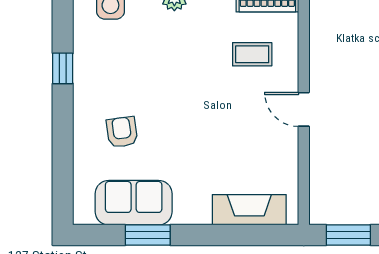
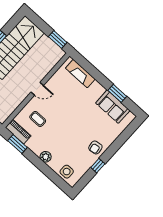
door: (304, 109) -> (37, 89), hinge flipped
armchair: (122, 132) -> (95, 147), moved

